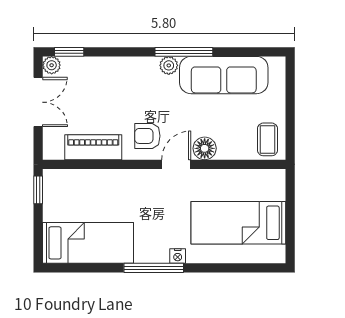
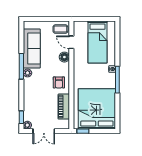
double door: (38, 102) -> (44, 131), swing flipped
door: (176, 164) -> (71, 42), moved
bed: (88, 243) -> (97, 109), width x2.04

